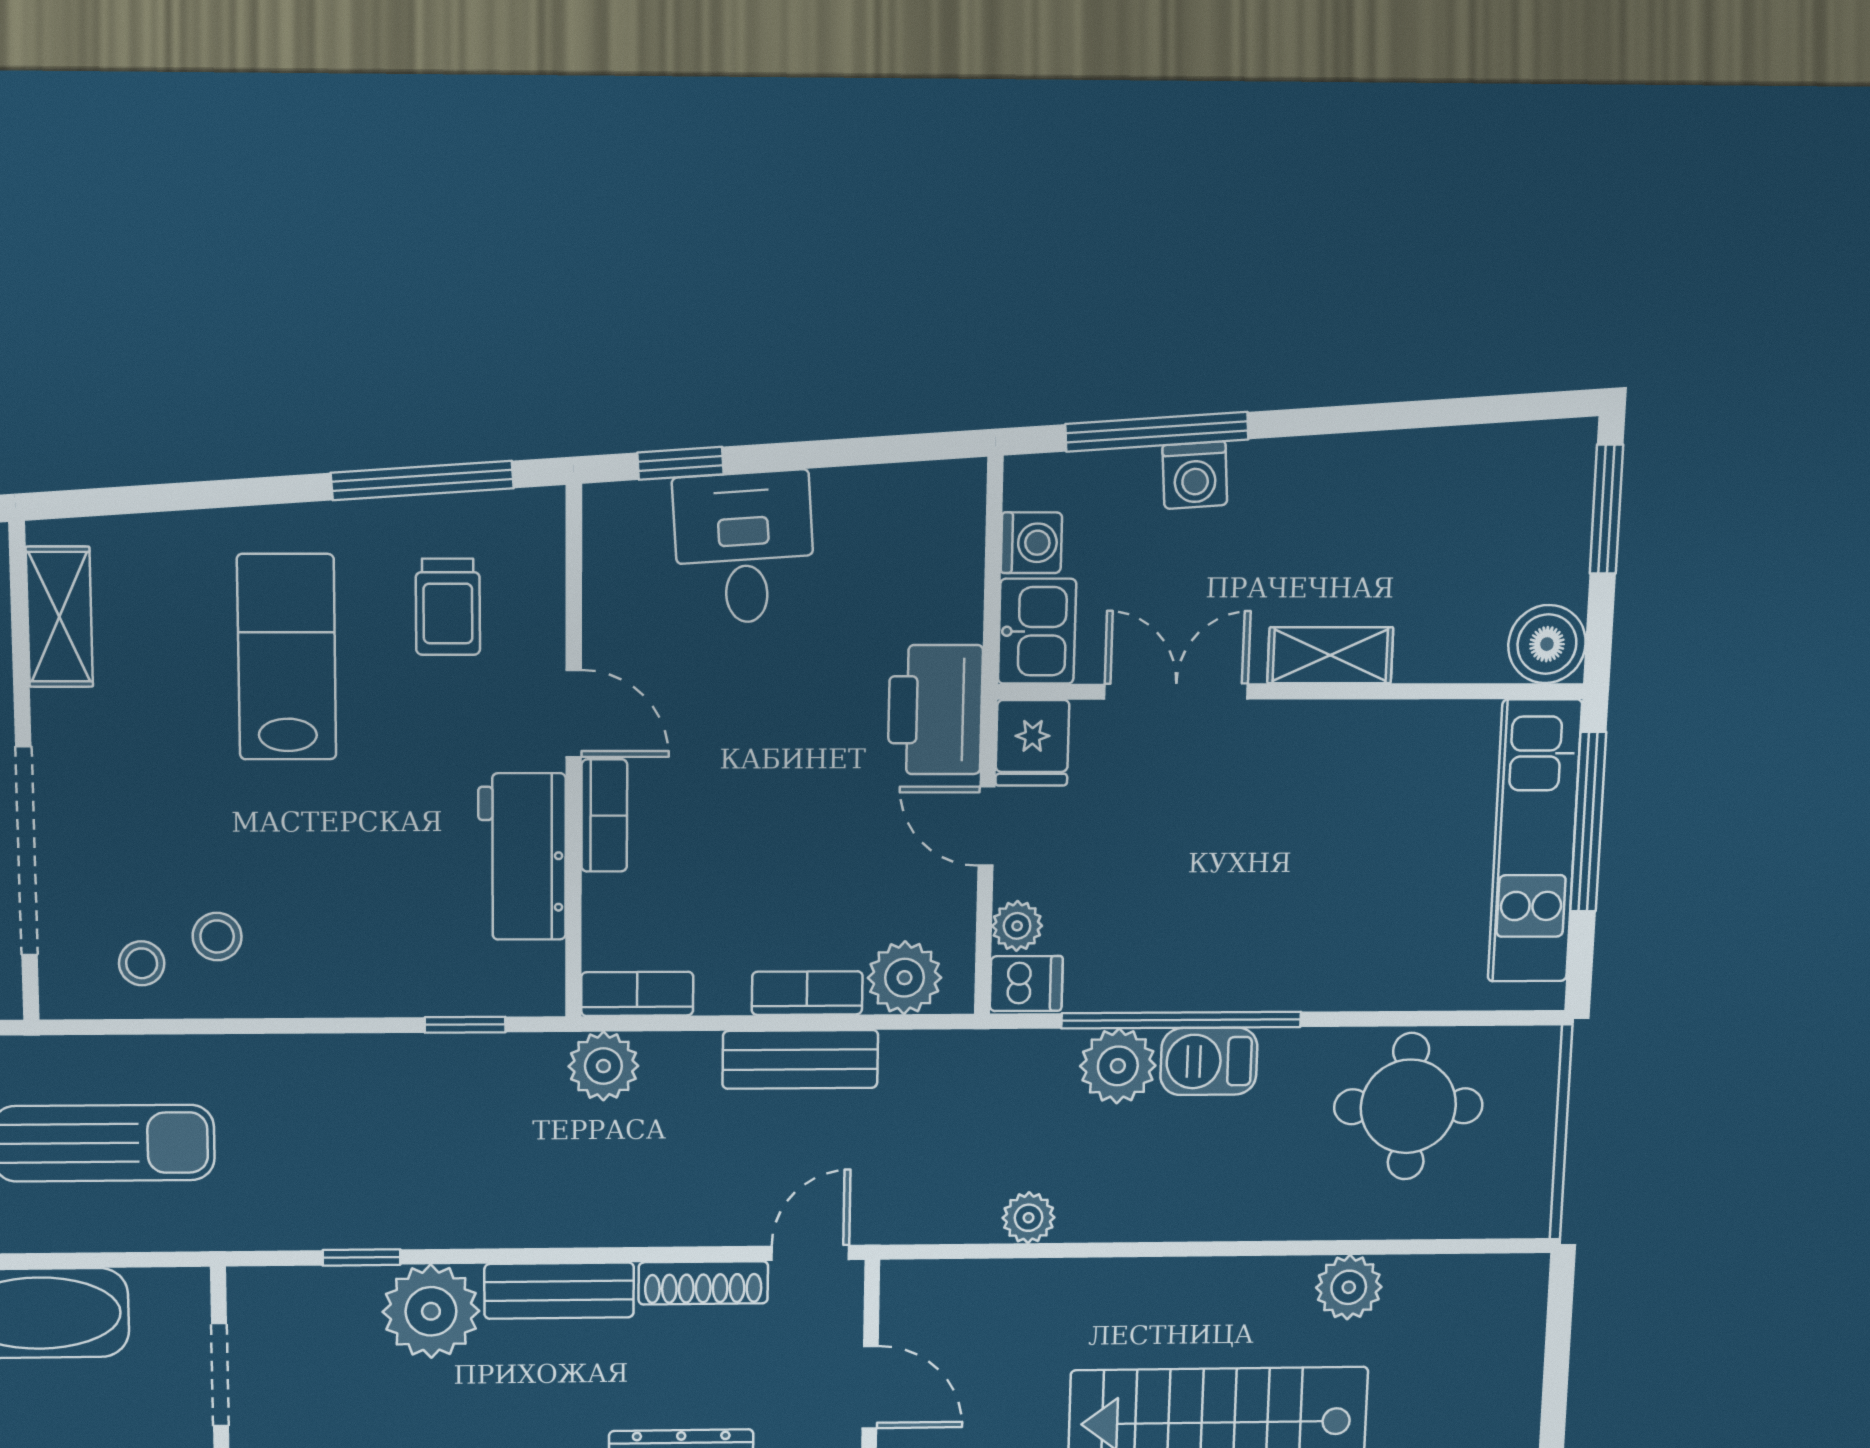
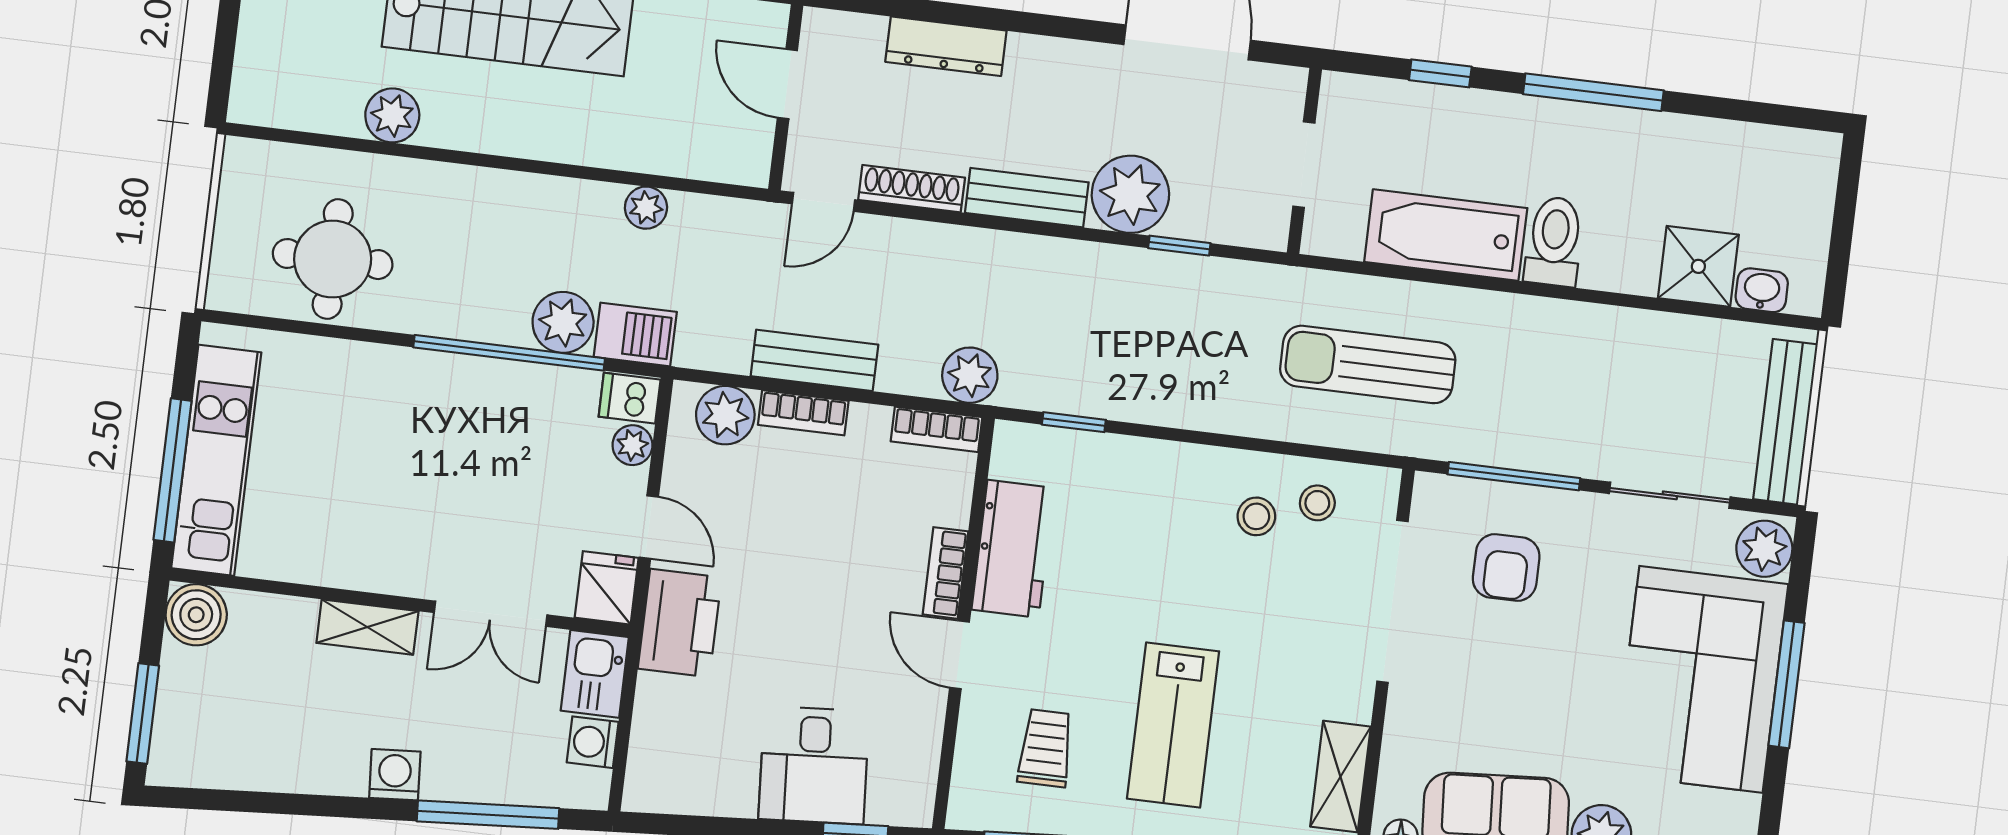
washing machine: (1195, 475) -> (395, 775), moved
barbecue: (1209, 1061) -> (635, 334), moved

